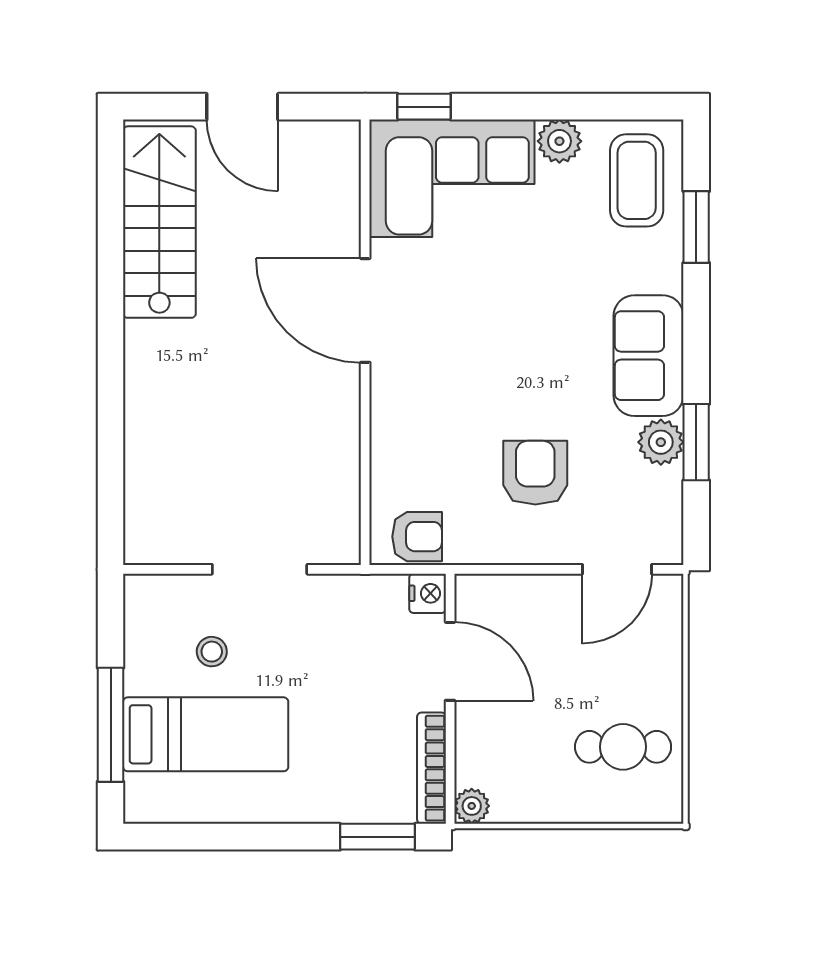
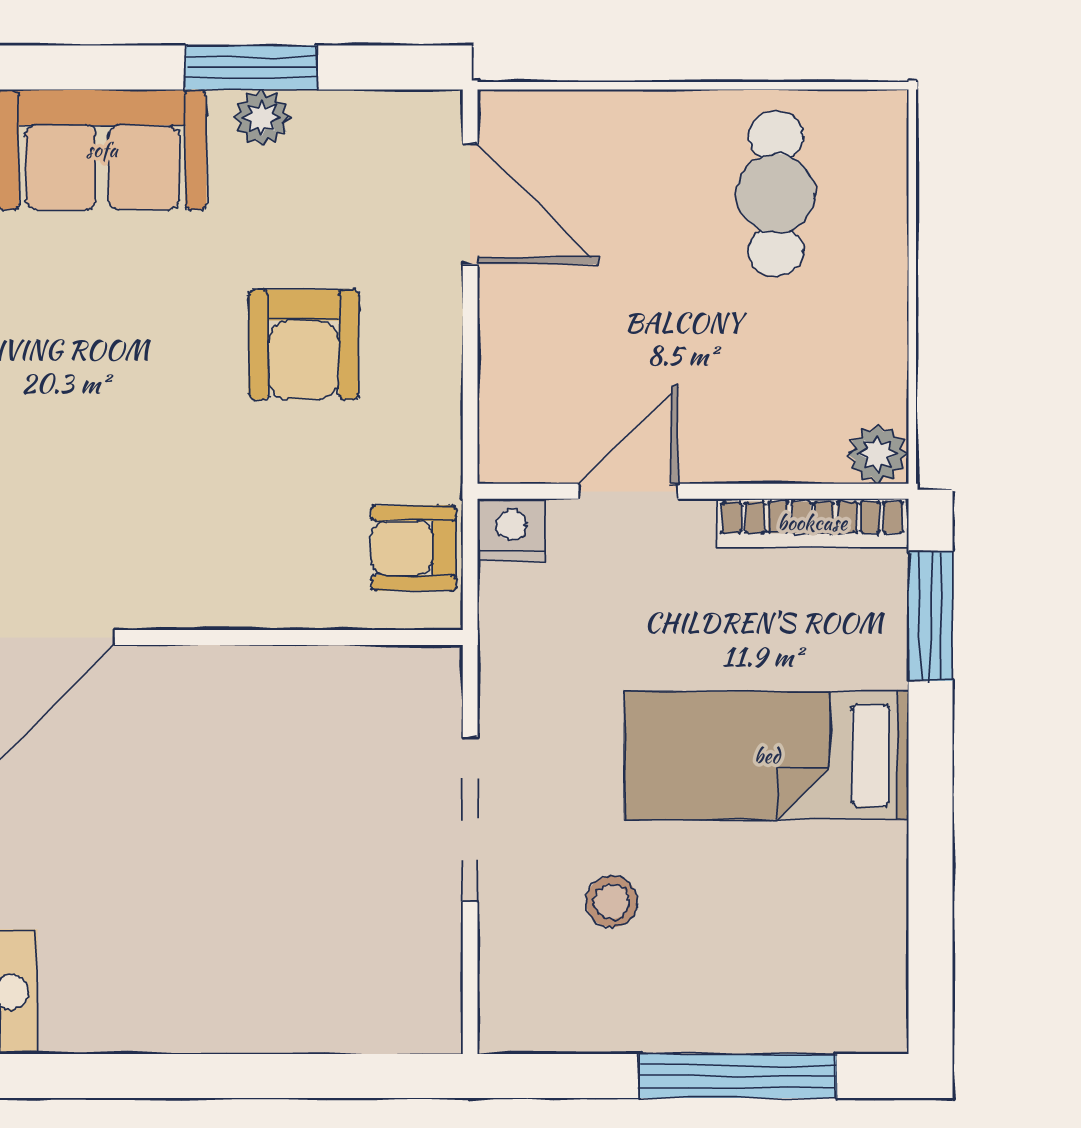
plant: (661, 442) -> (262, 118), width x0.73, depth x0.73
armchair: (535, 473) -> (304, 345), turned -90
armchair: (417, 537) -> (414, 548), turned -90
door: (450, 661) -> (628, 491), width x0.73
bed: (206, 734) -> (767, 756), moved, turned -90

